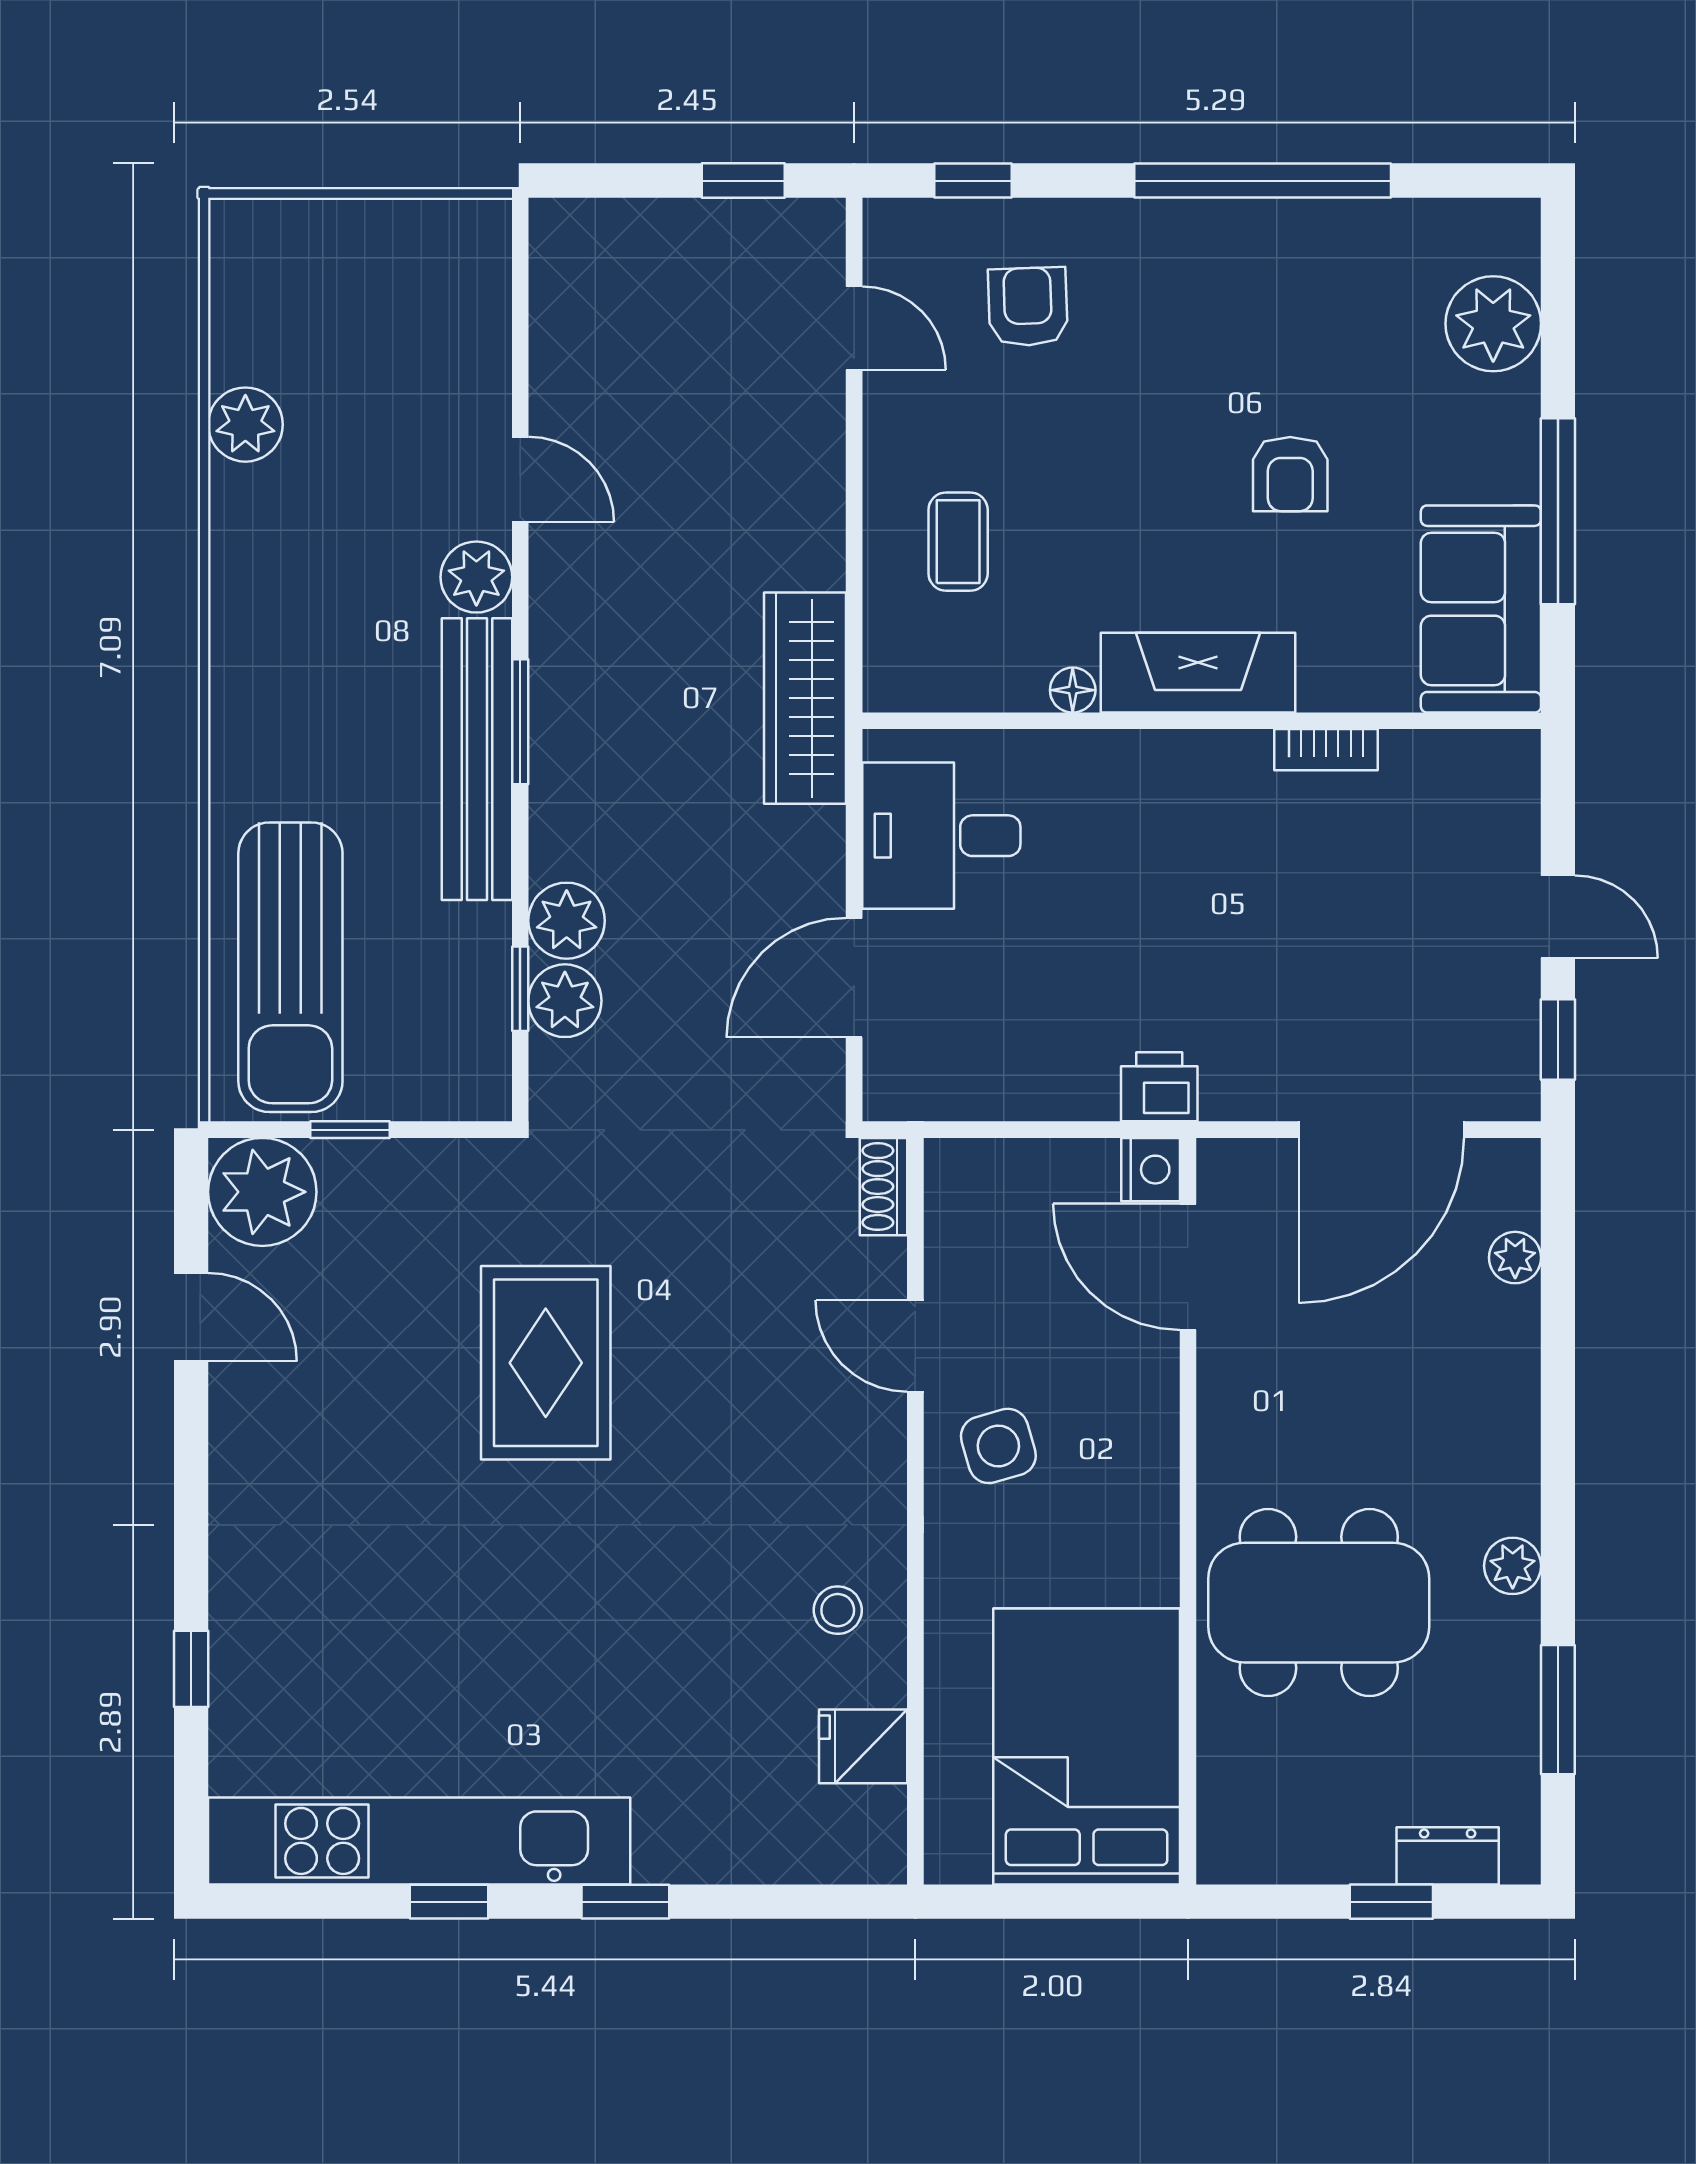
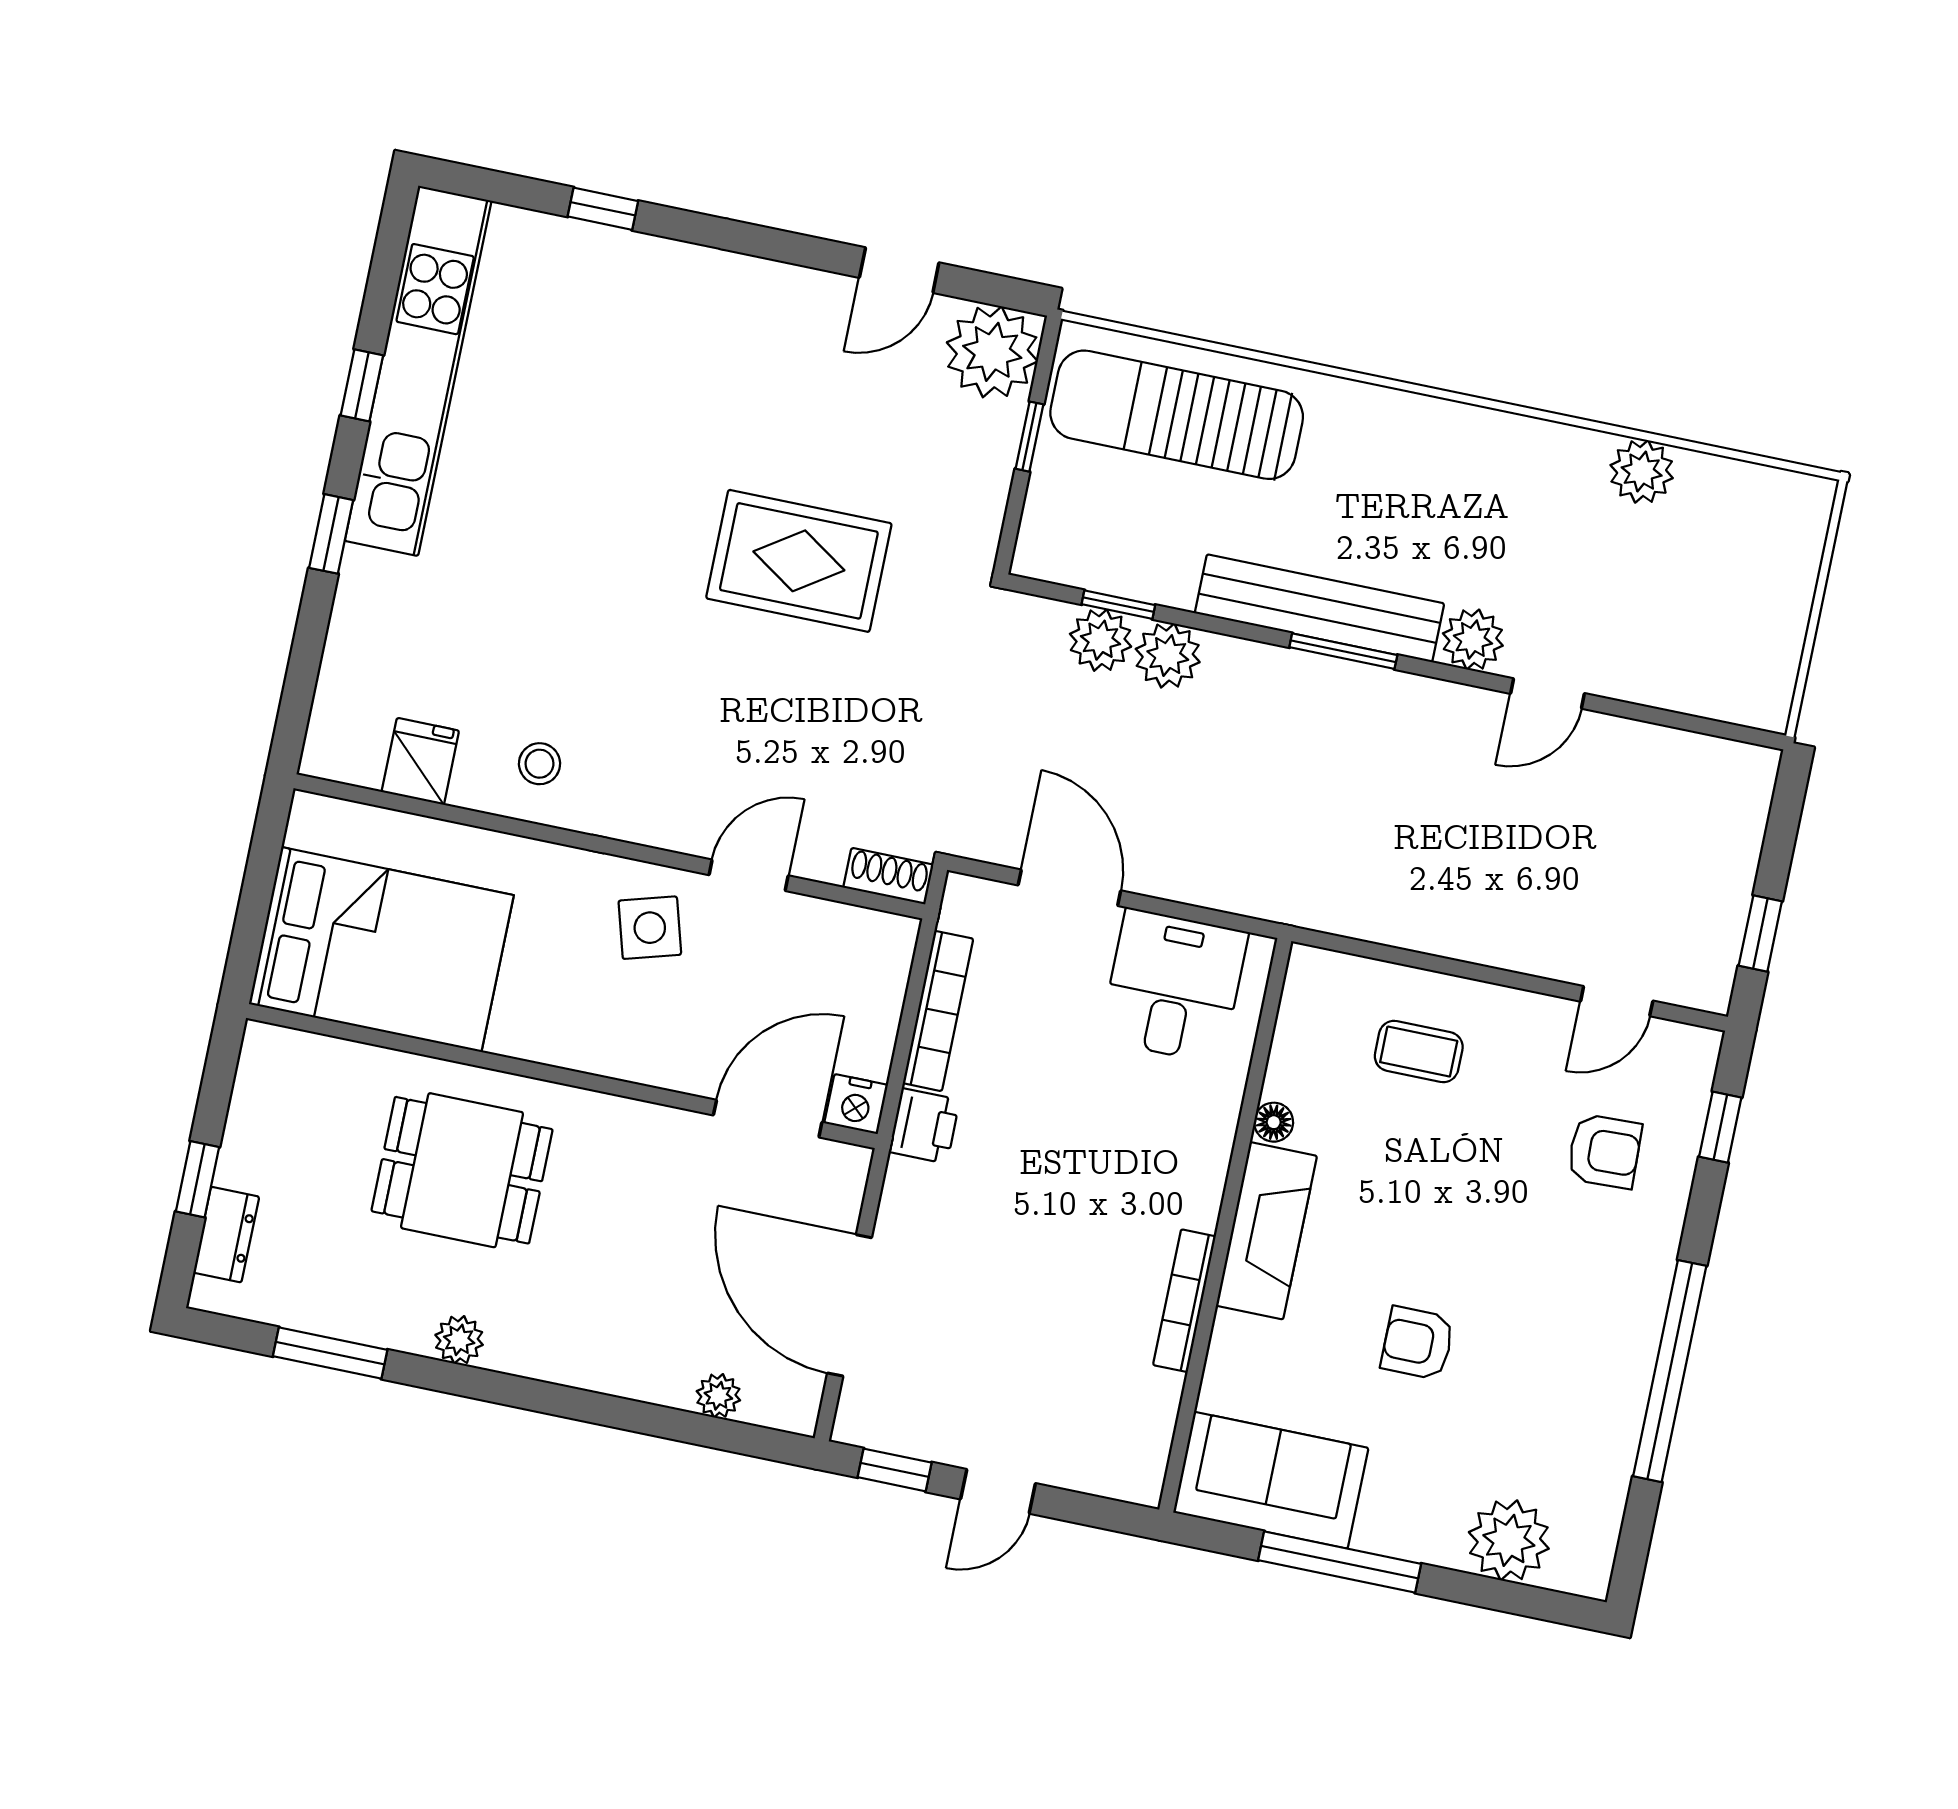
wardrobe: (805, 698) -> (1314, 895), removed
bookcase: (1326, 750) -> (1184, 1301), width x1.56
bookcase: (1025, 1098) -> (938, 1011), added
dining table: (1319, 1603) -> (462, 1170), width x0.73

